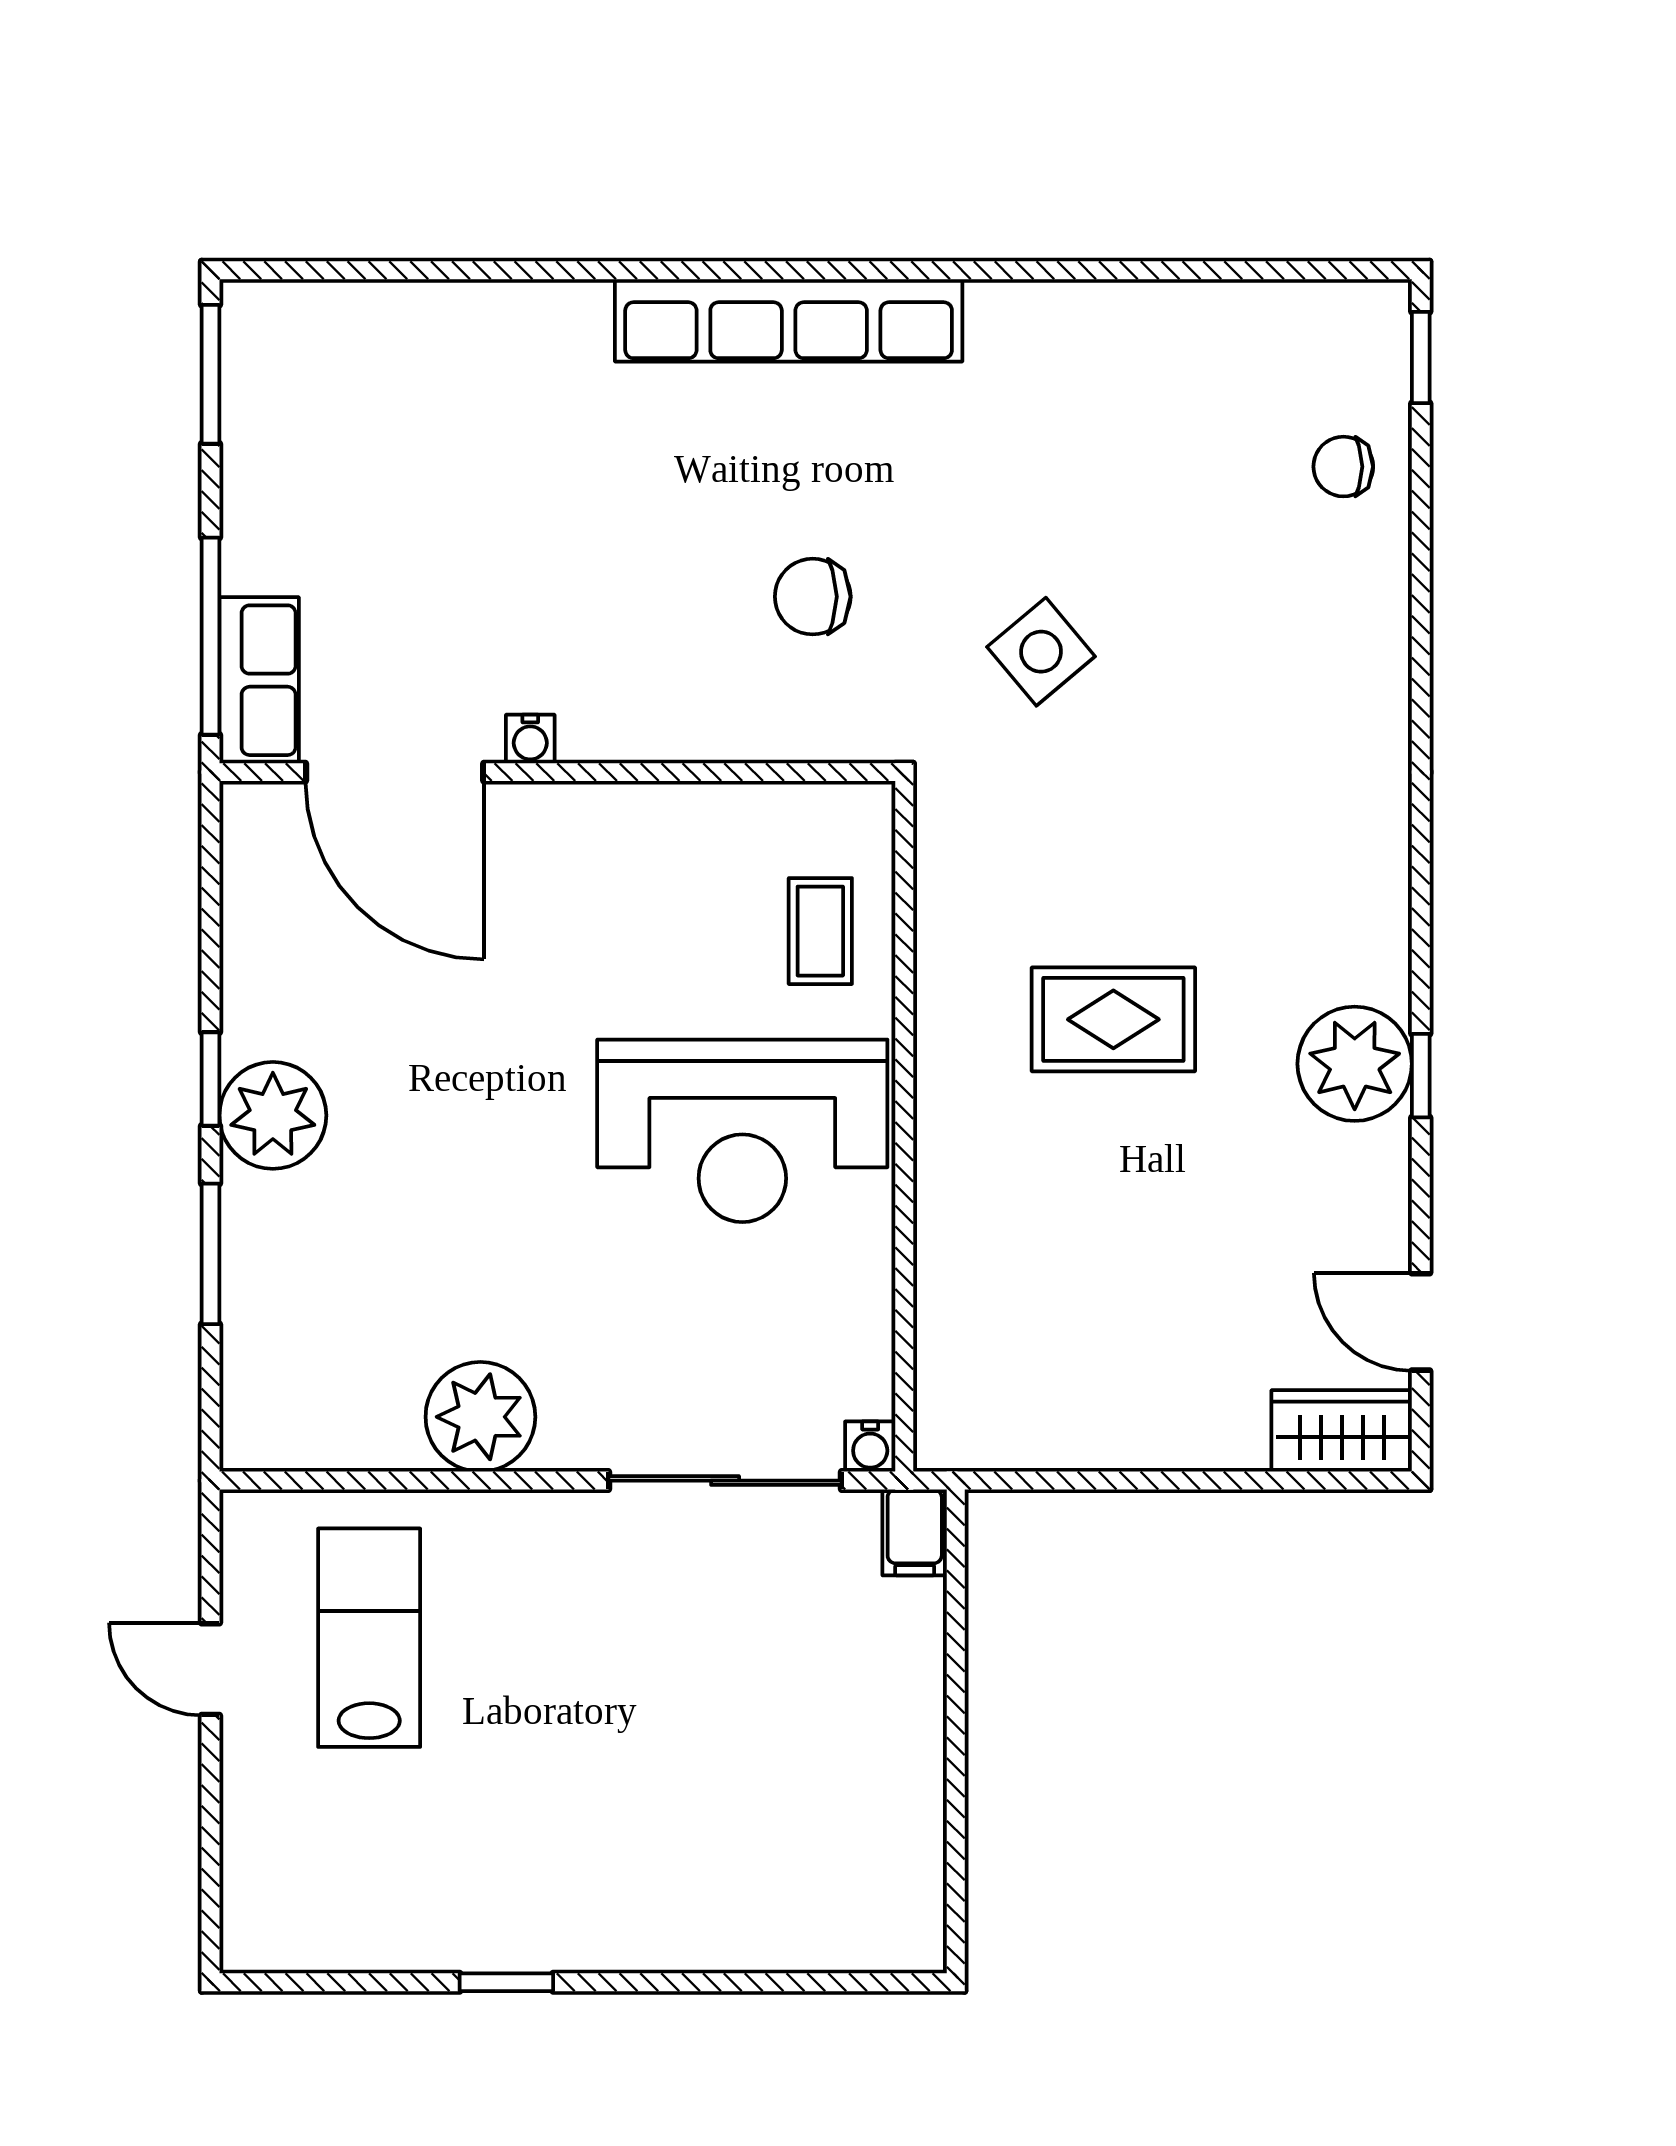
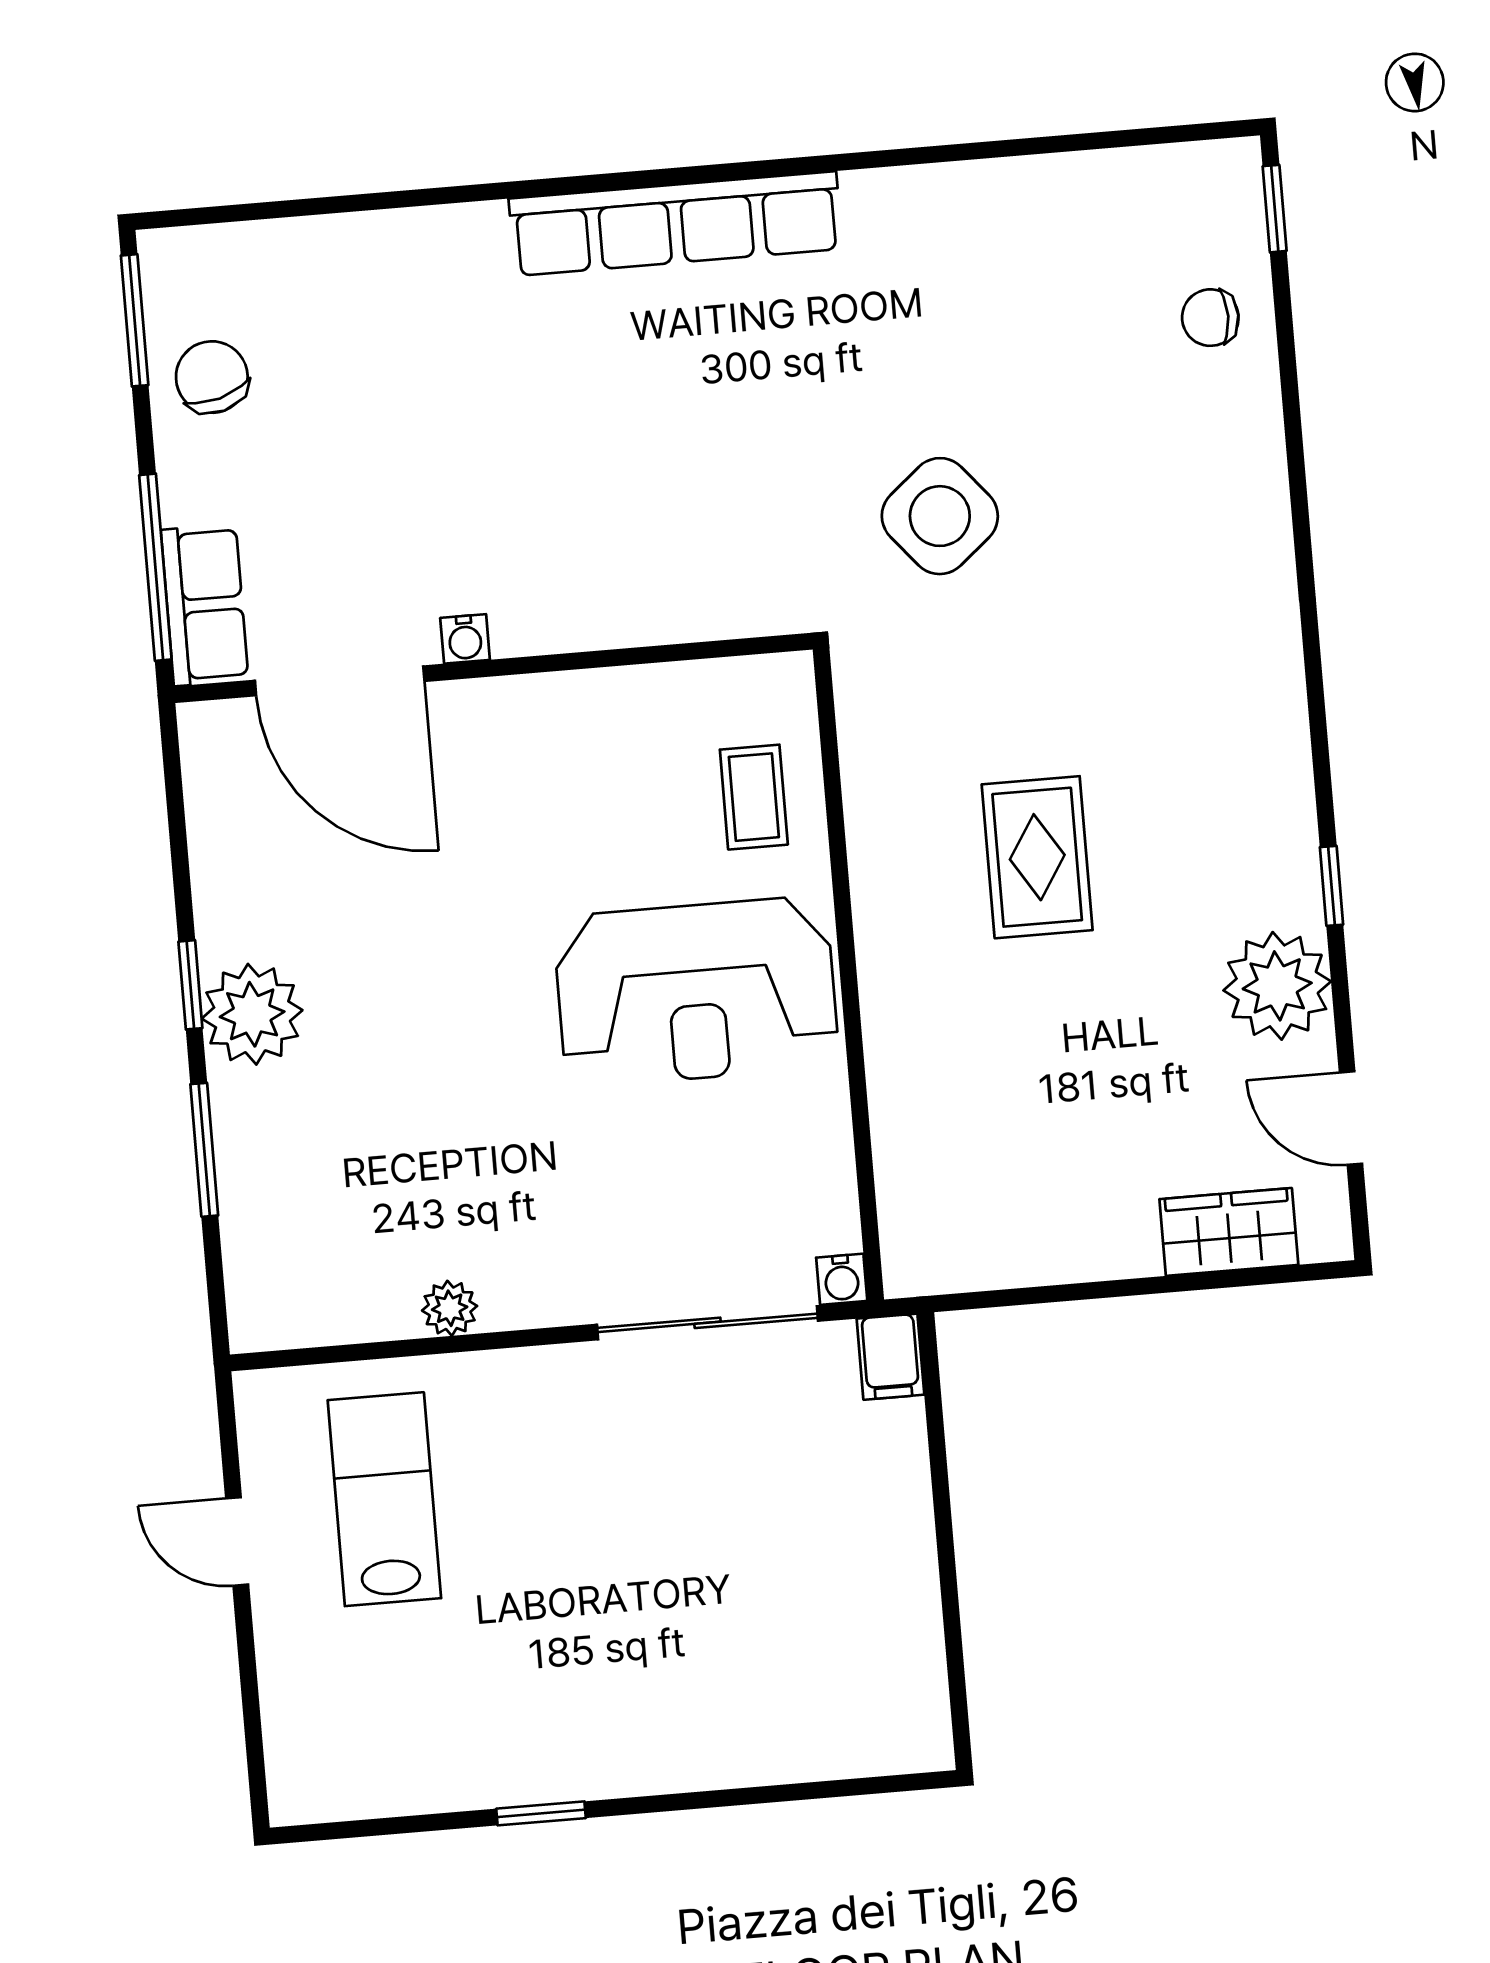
chair: (813, 597) -> (212, 377), moved, turned 74
side table: (1041, 652) -> (940, 516), width x1.37, depth x1.37
rug: (1113, 1019) -> (1037, 857), turned 90
plant: (1355, 1064) -> (1277, 986), moved
plant: (480, 1417) -> (450, 1308), width x0.53, depth x0.53
wardrobe: (1342, 1431) -> (1229, 1232), moved

